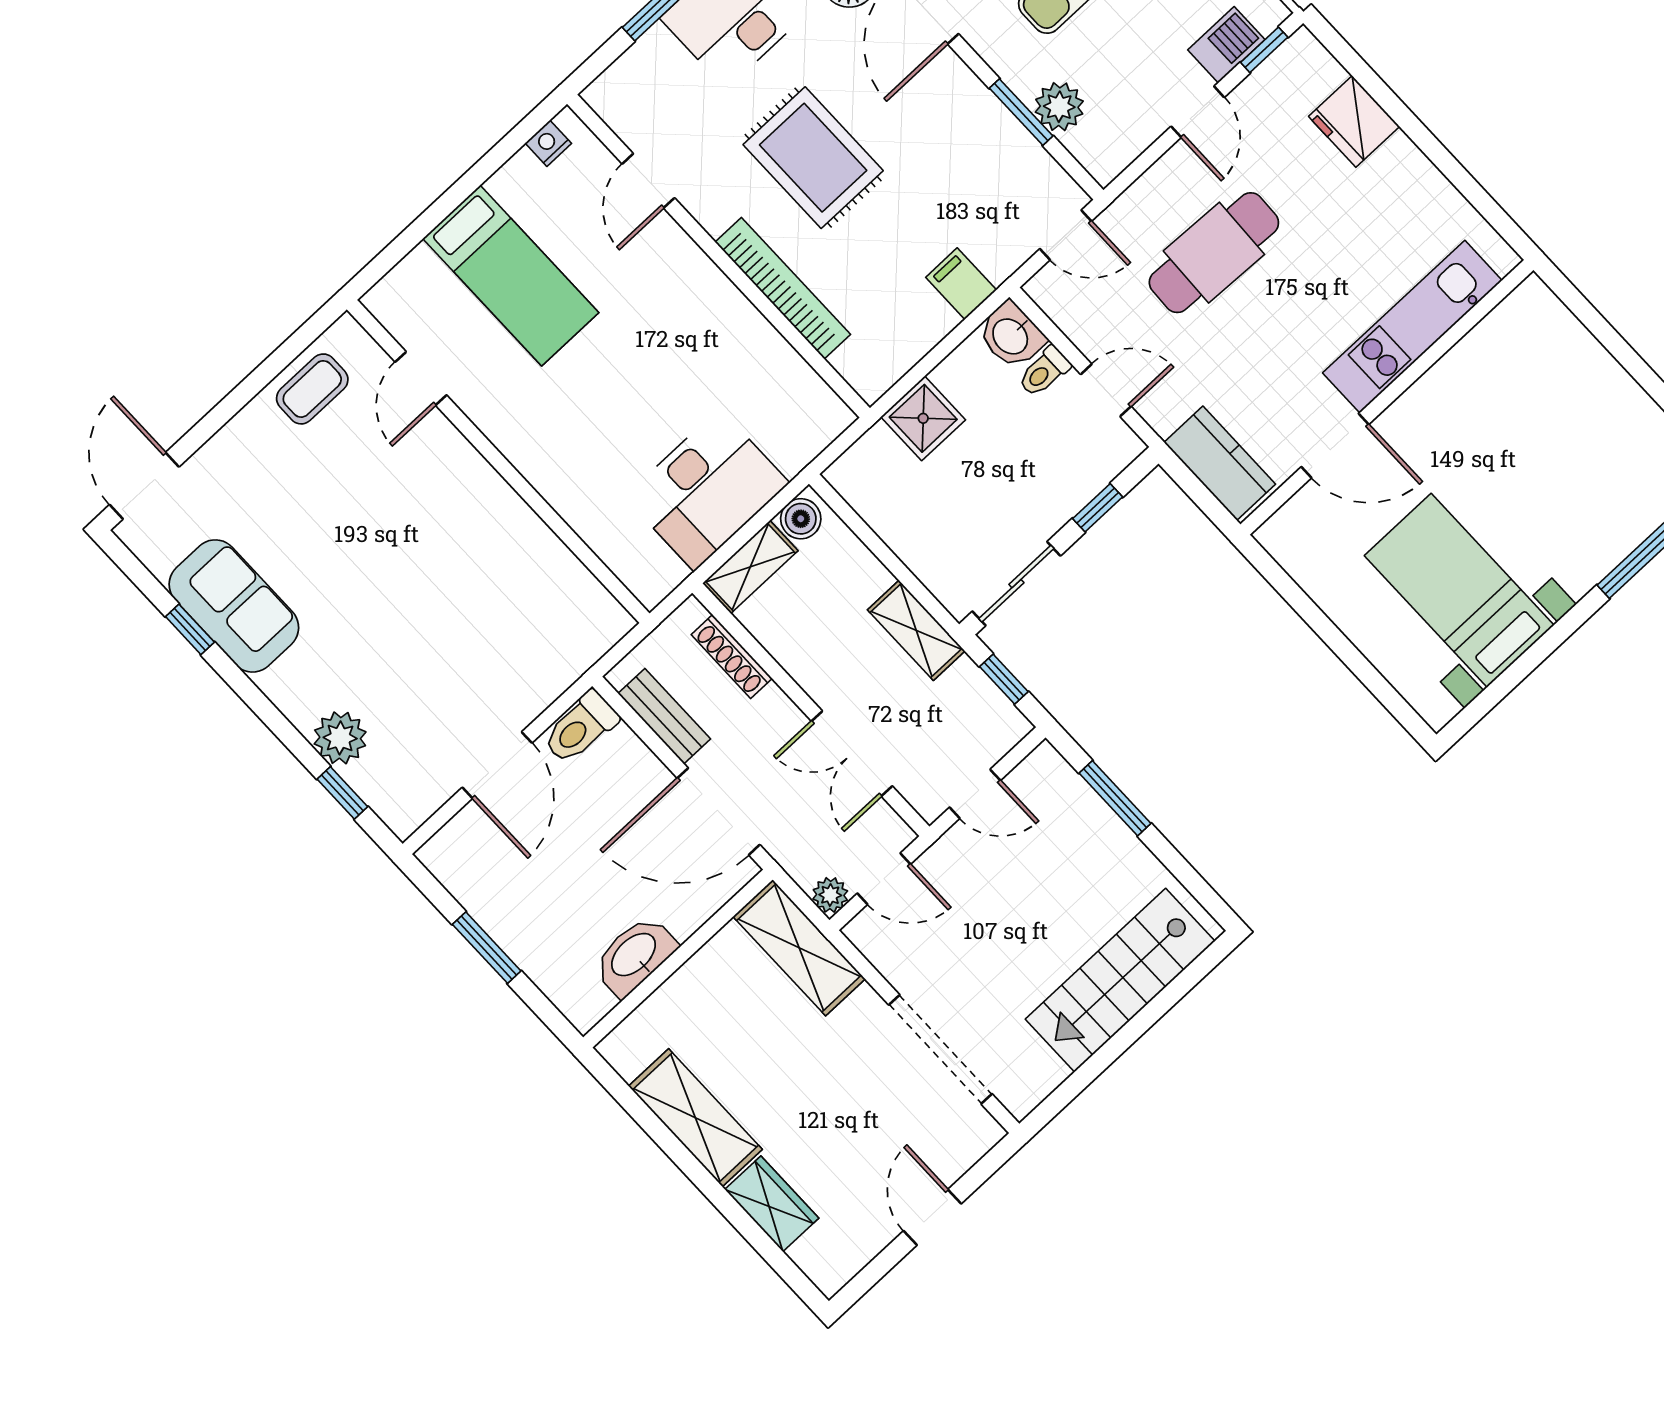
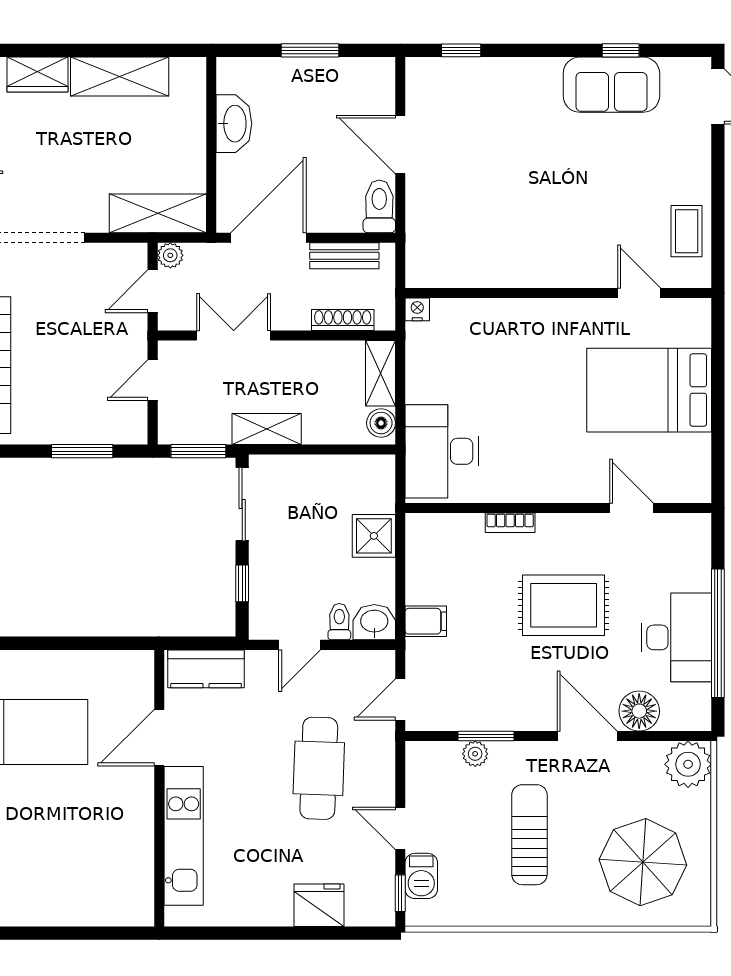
plant: (1059, 107) -> (475, 754), width x0.73, depth x0.73
nightstand: (548, 143) -> (417, 309), moved, turned -90
bed: (511, 276) -> (649, 390), width x1.50
bookcase: (783, 288) -> (510, 523), width x0.43, depth x0.76
desk: (707, 490) -> (442, 451), moved
window: (1004, 679) -> (198, 451), width x1.50
plant: (340, 738) -> (491, 76), removed

